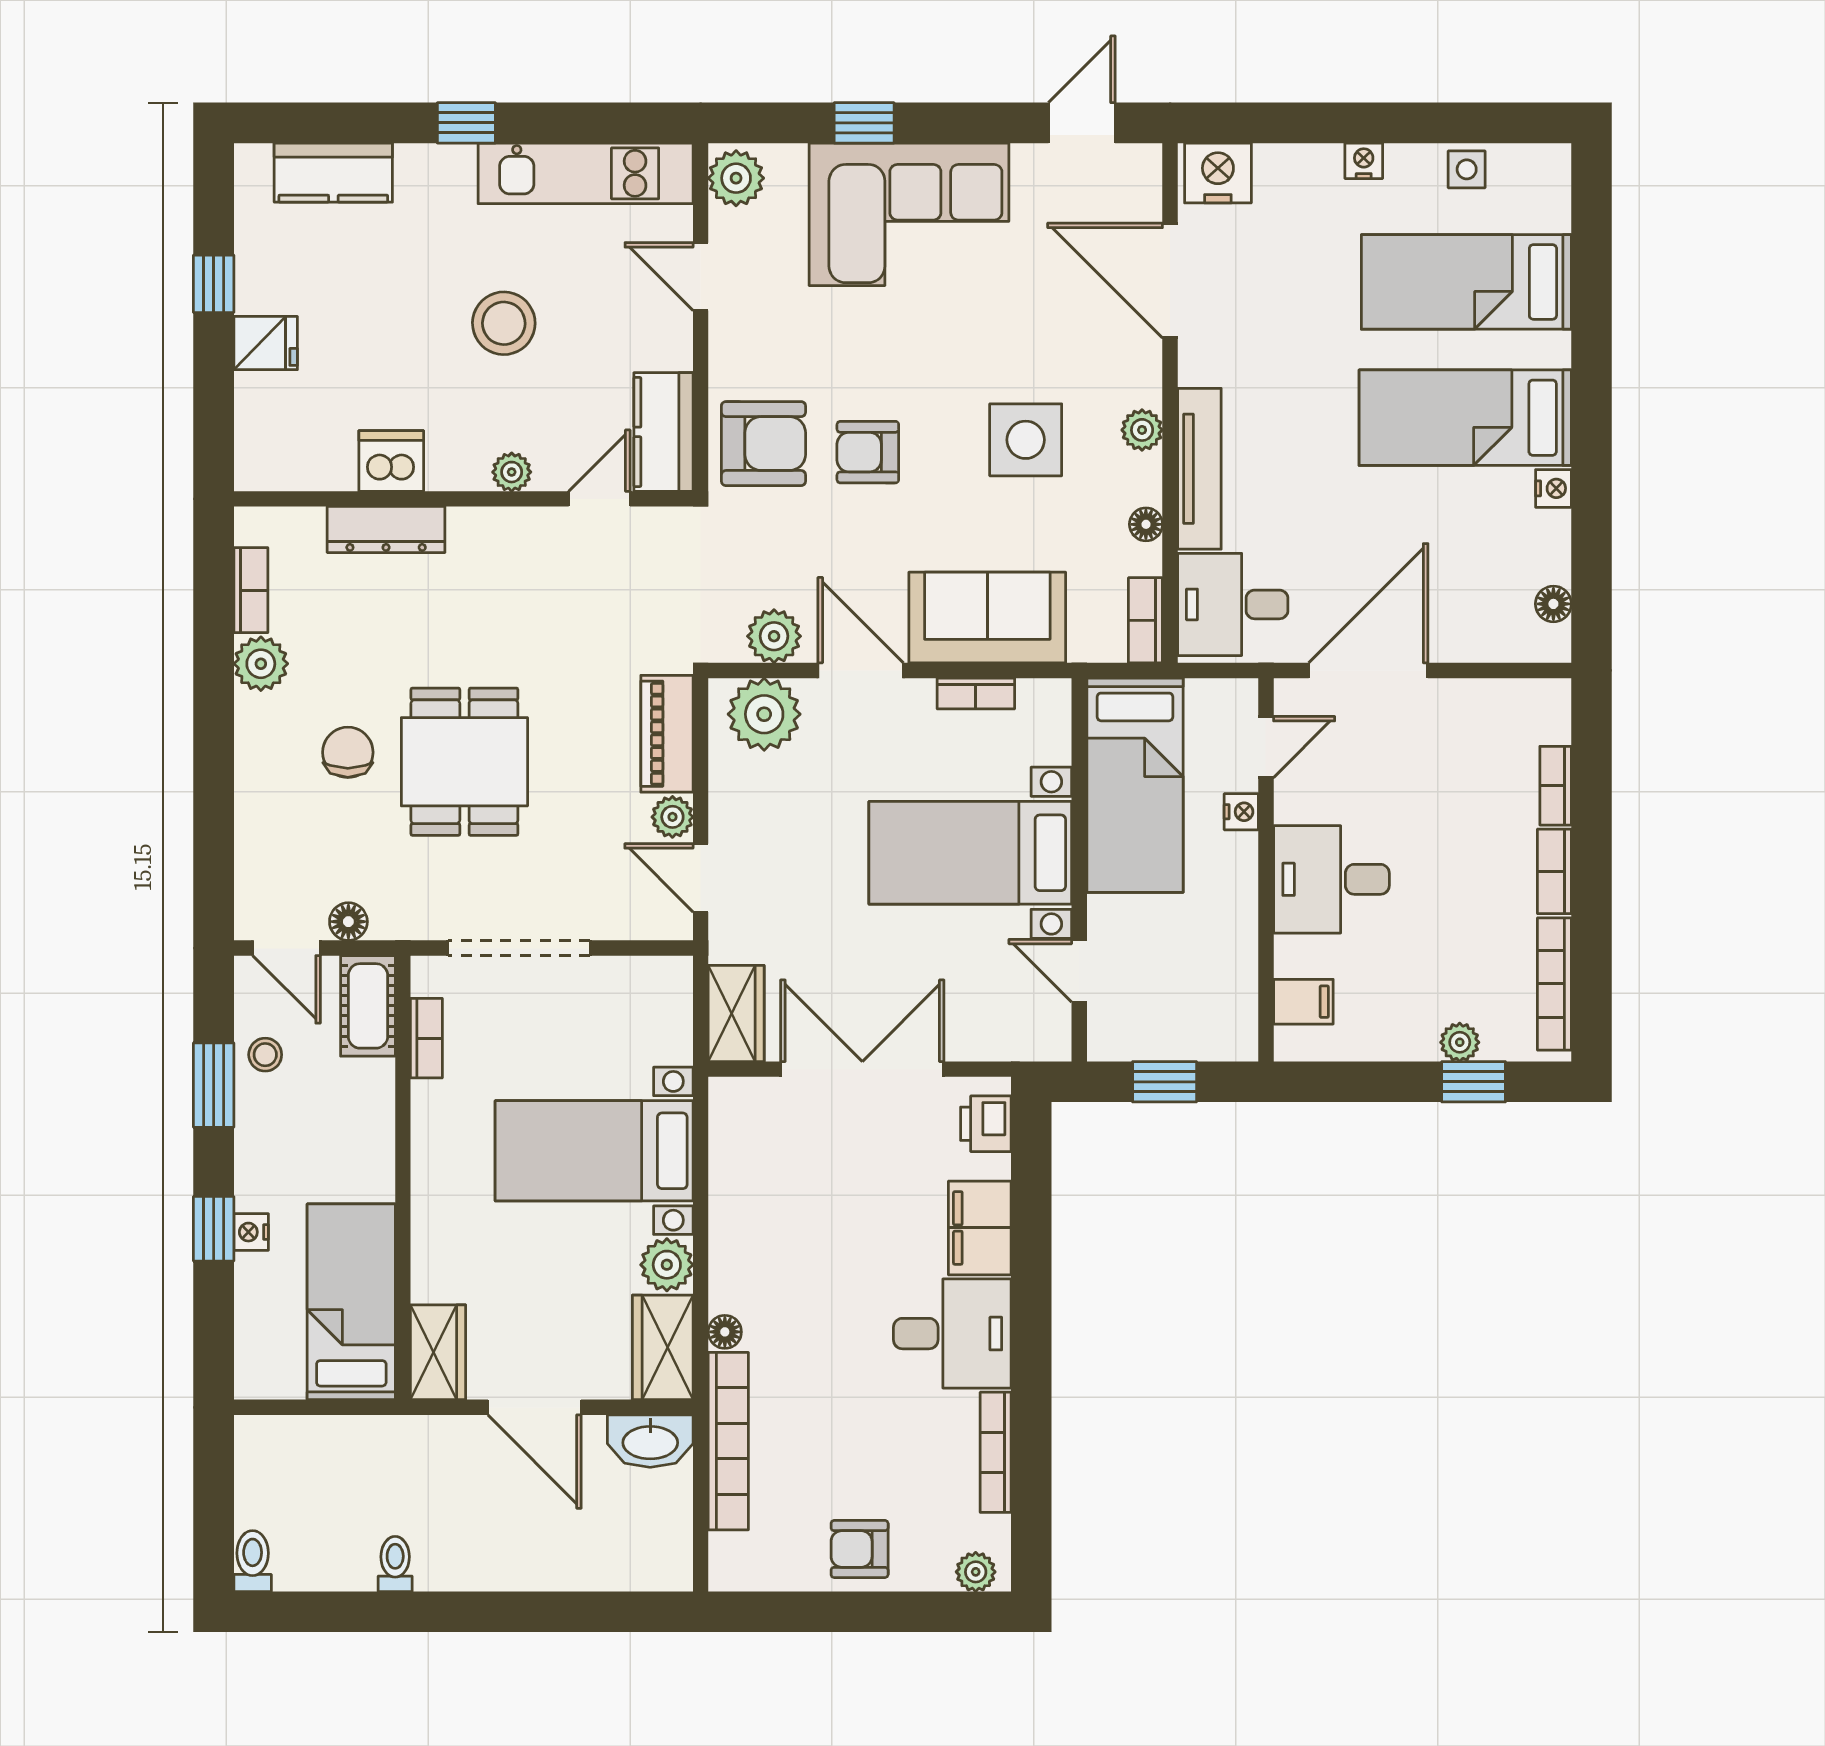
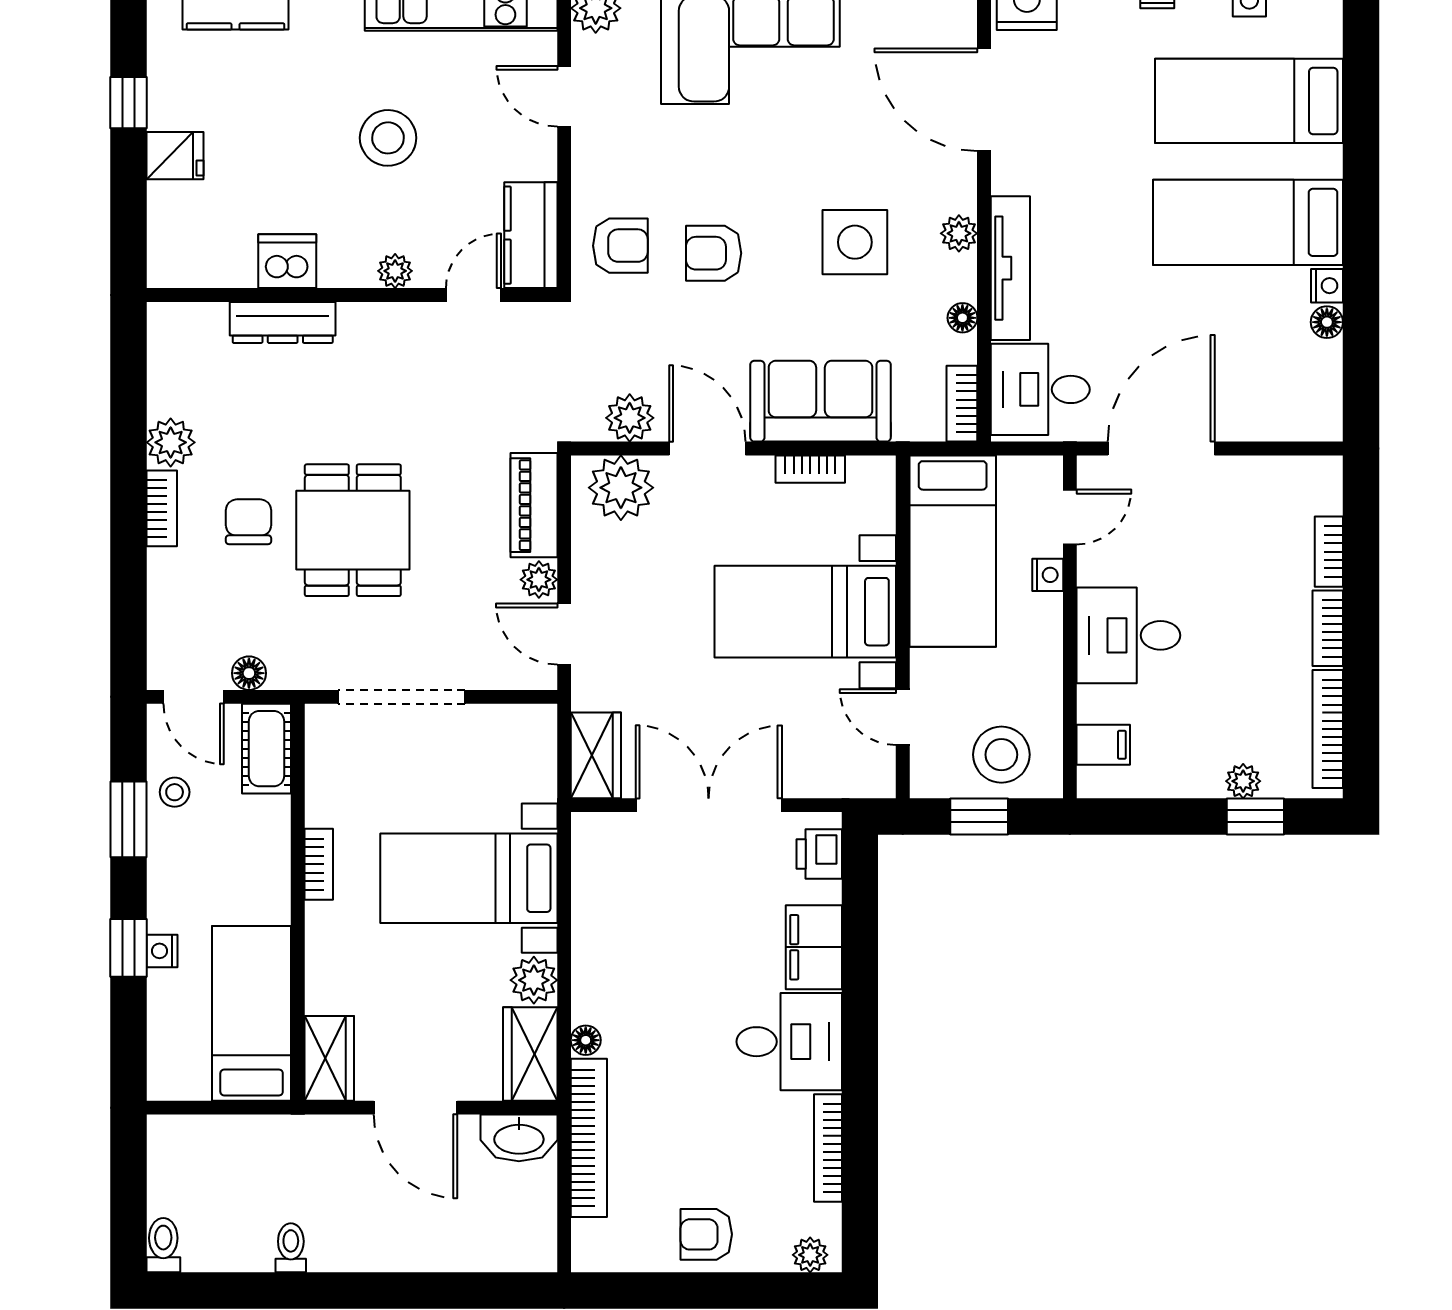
armchair: (763, 444) -> (620, 246), width x0.72, depth x0.72
bookcase: (251, 590) -> (162, 508), moved
floor lamp: (1553, 604) -> (1327, 322), moved
stool: (1189, 1013) -> (1001, 755), added
bookcase: (426, 1038) -> (319, 864), moved

